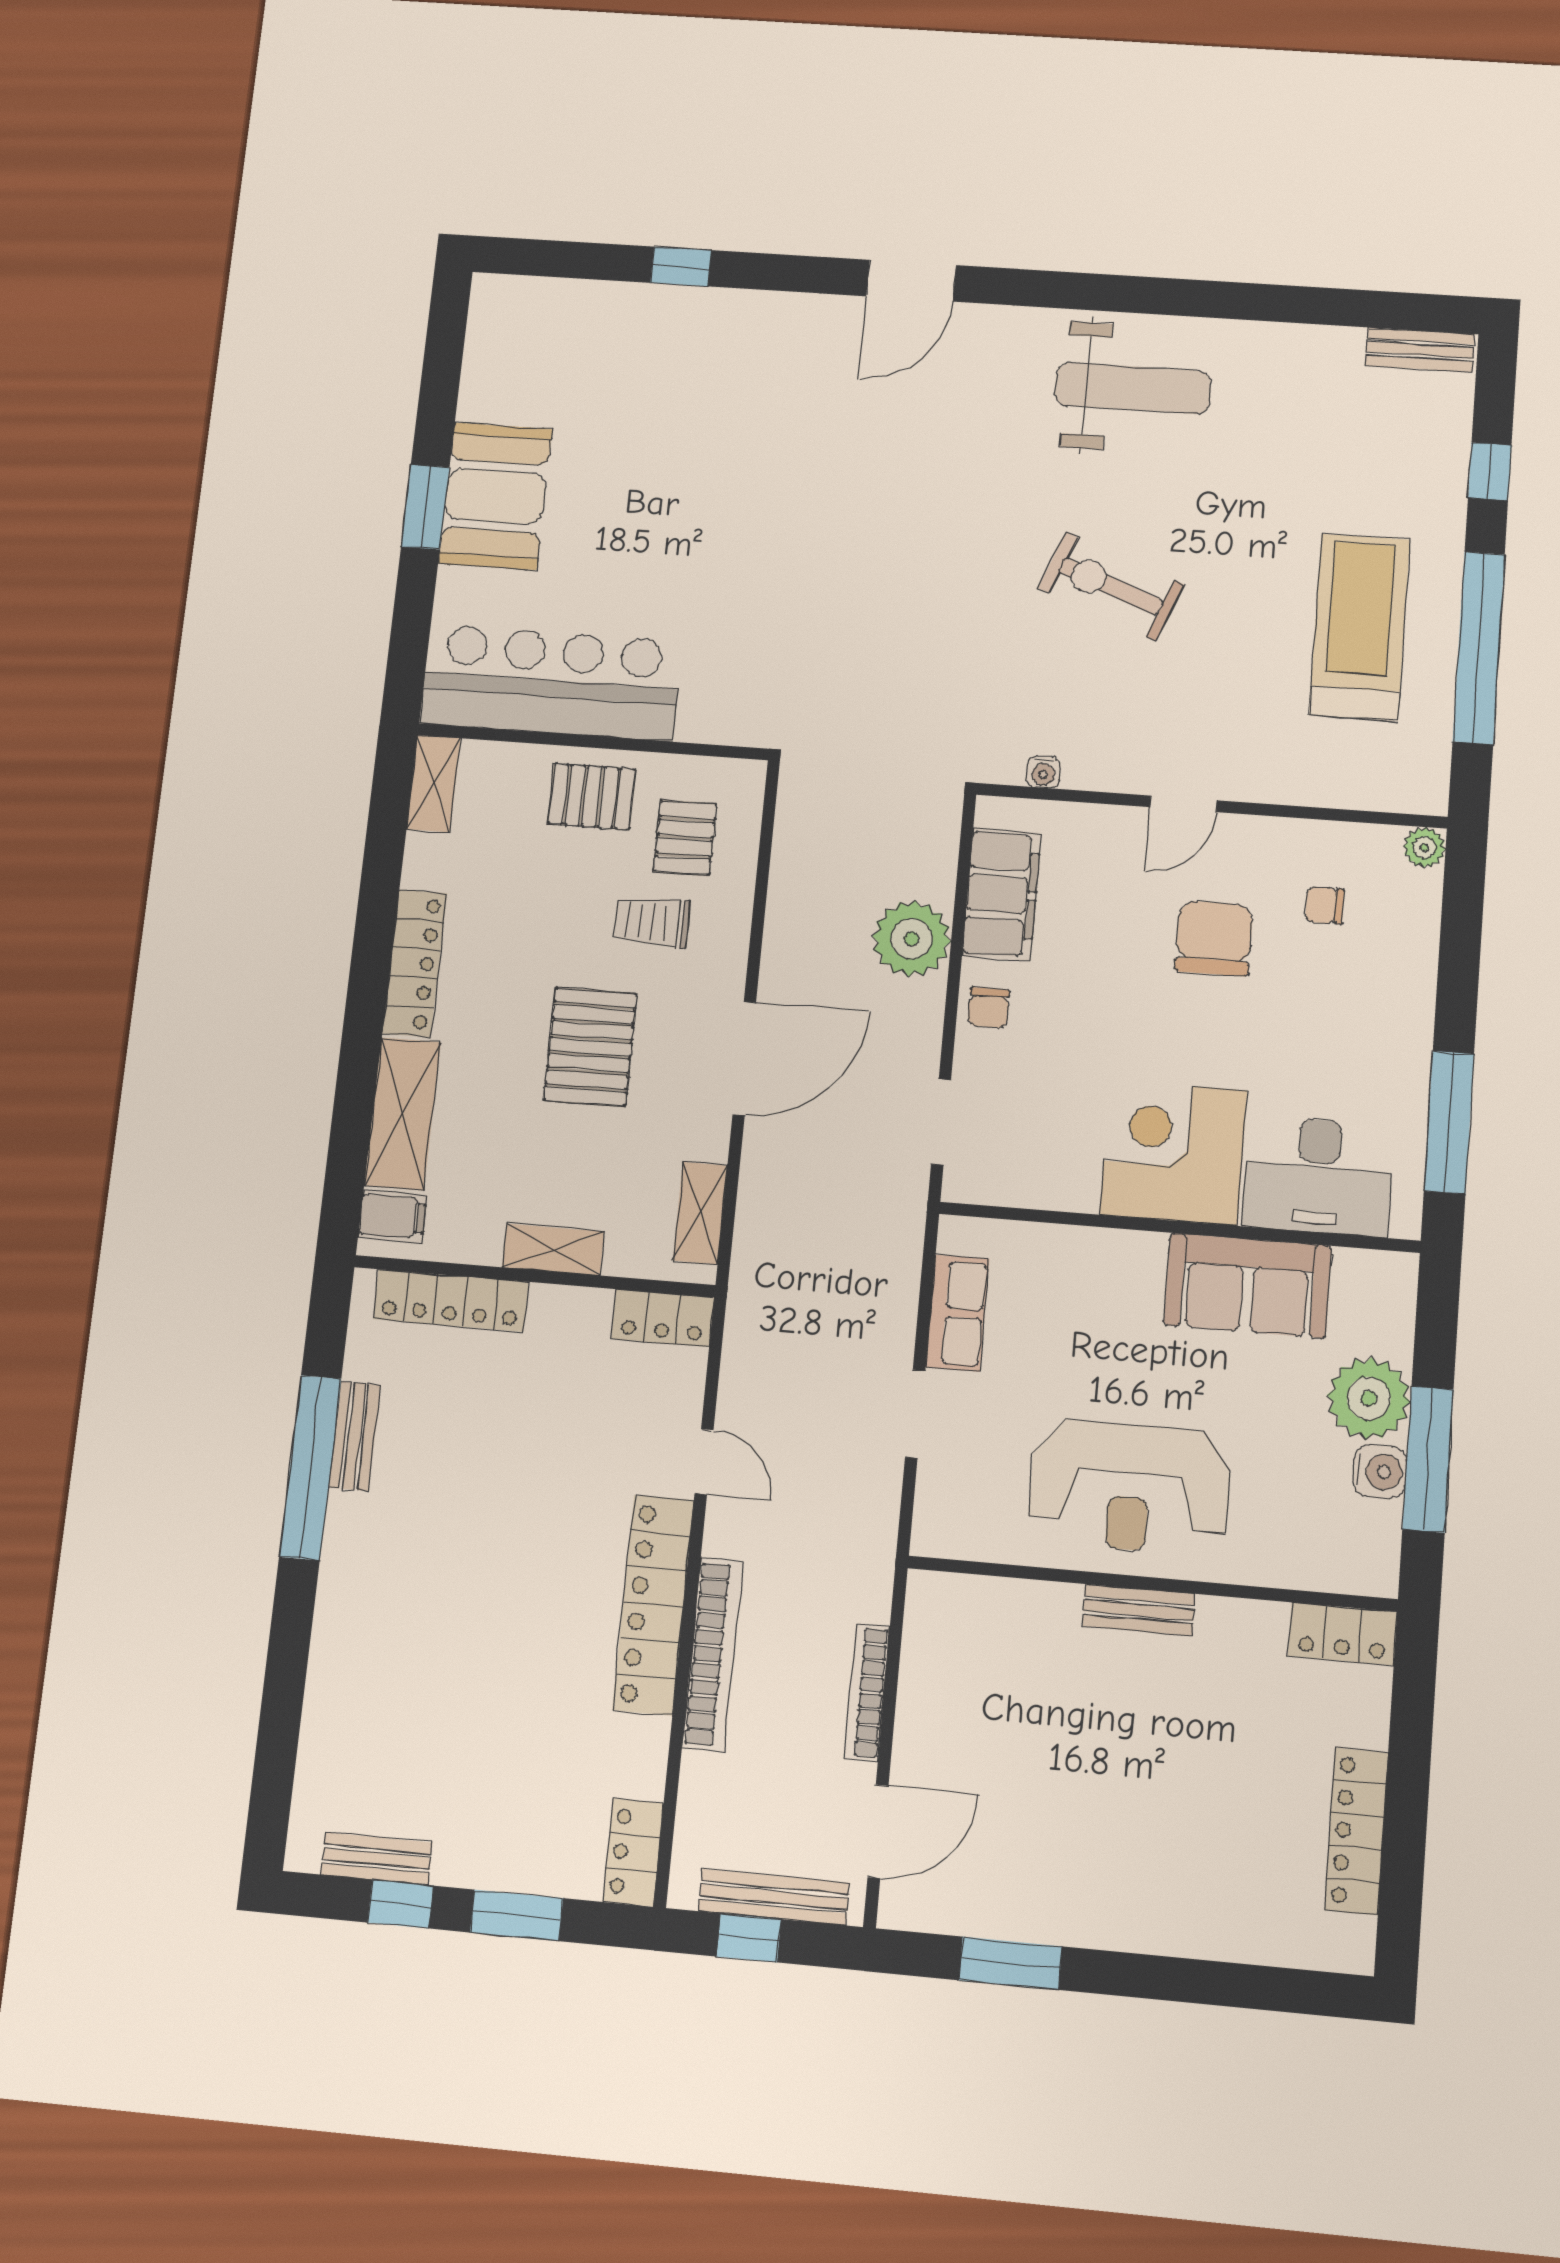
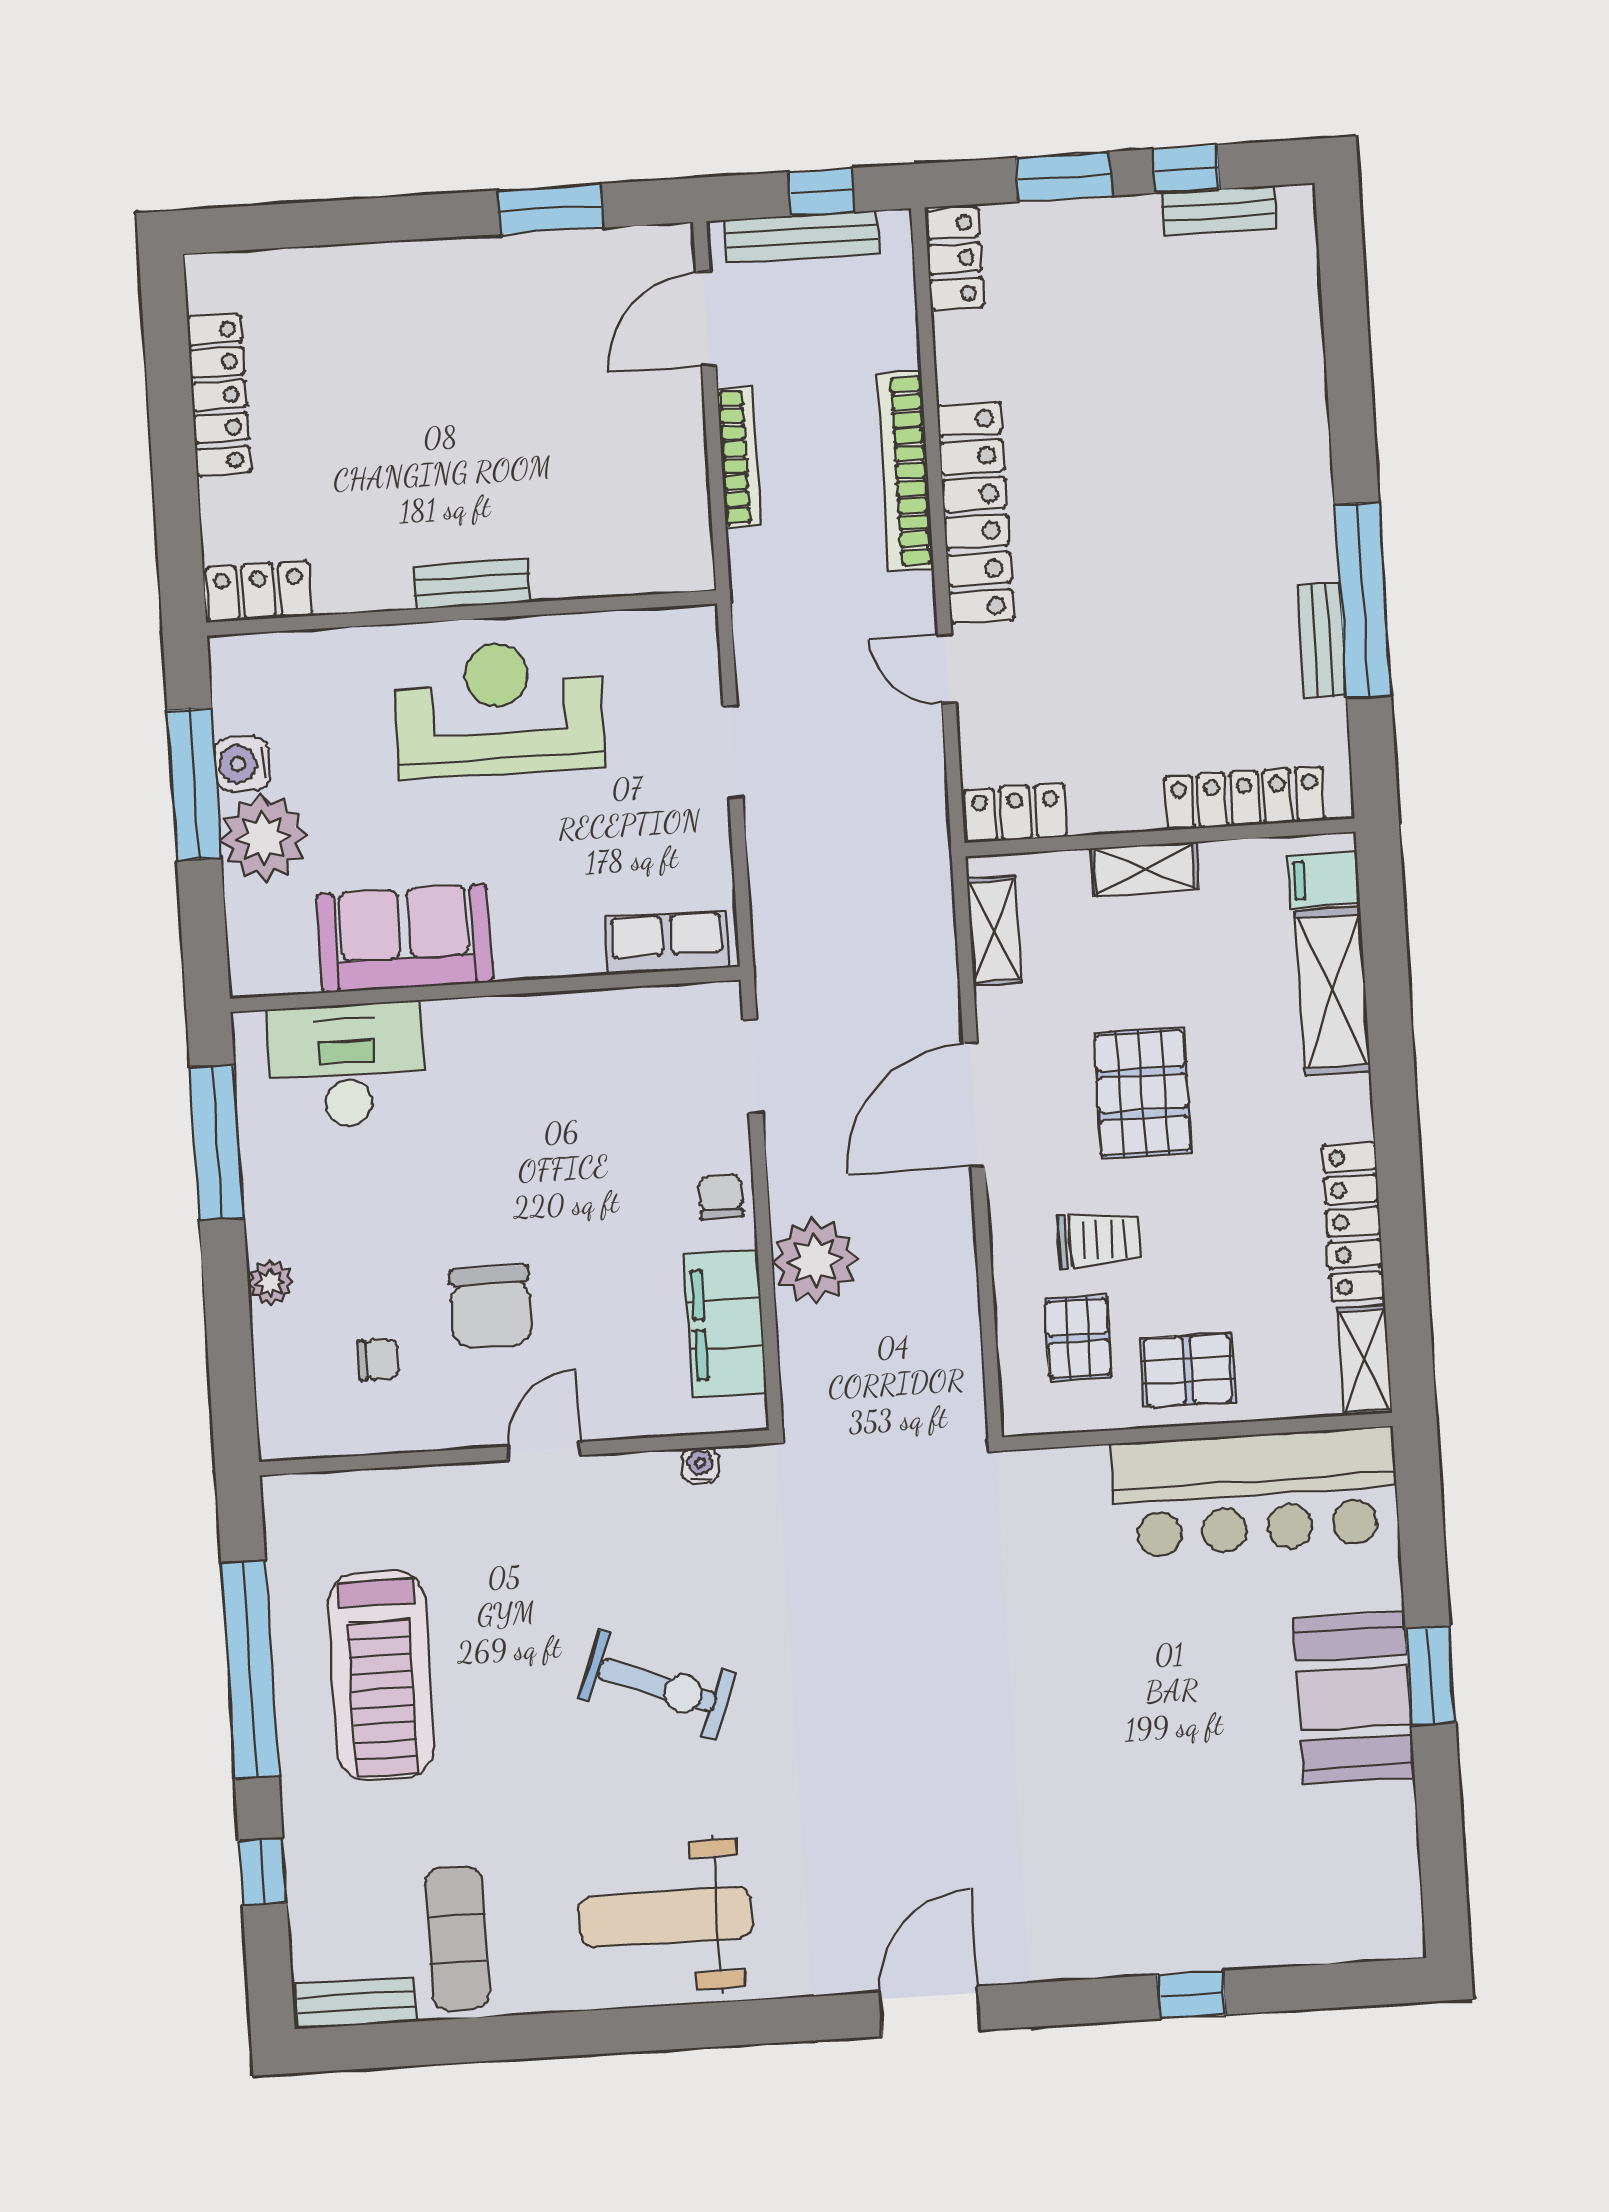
exercise mat: (1321, 393) -> (458, 1939), added
plant: (1424, 848) -> (270, 1283), moved
locker: (415, 963) -> (1353, 1222), moved
corner desk: (1173, 1153) -> (502, 1068), removed
row of seats: (958, 1313) -> (667, 942), moved, turned 90

